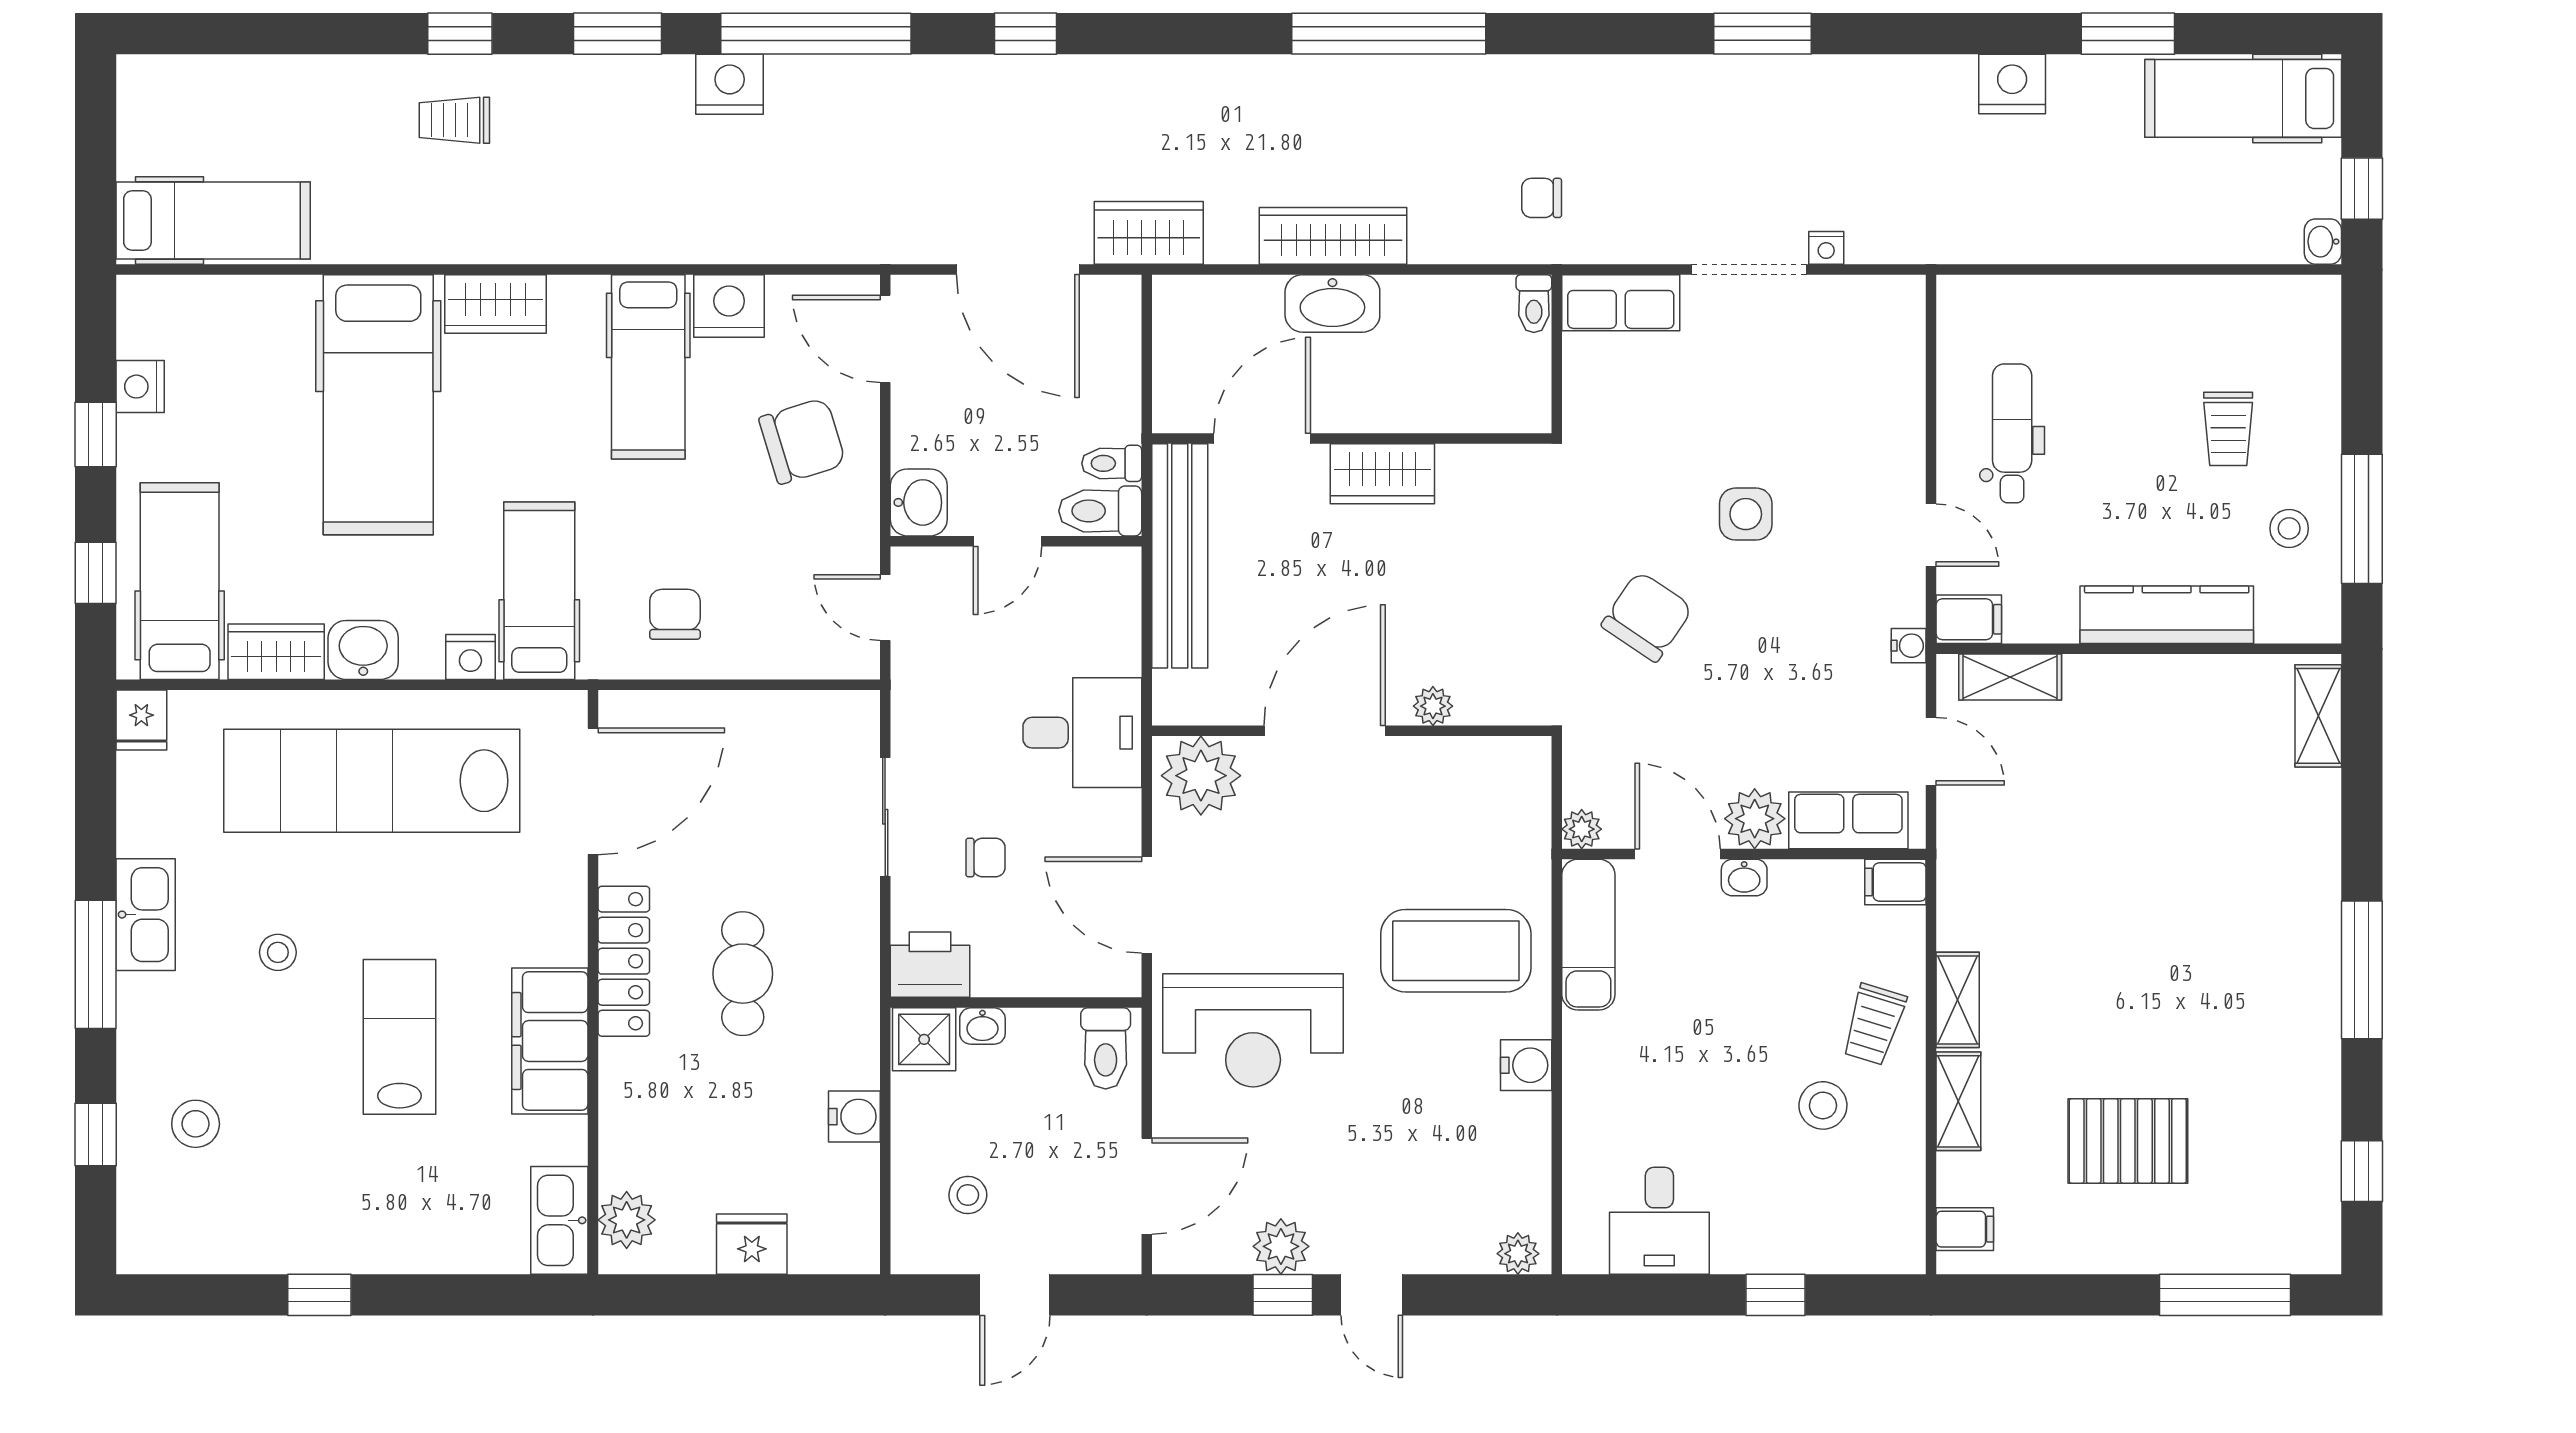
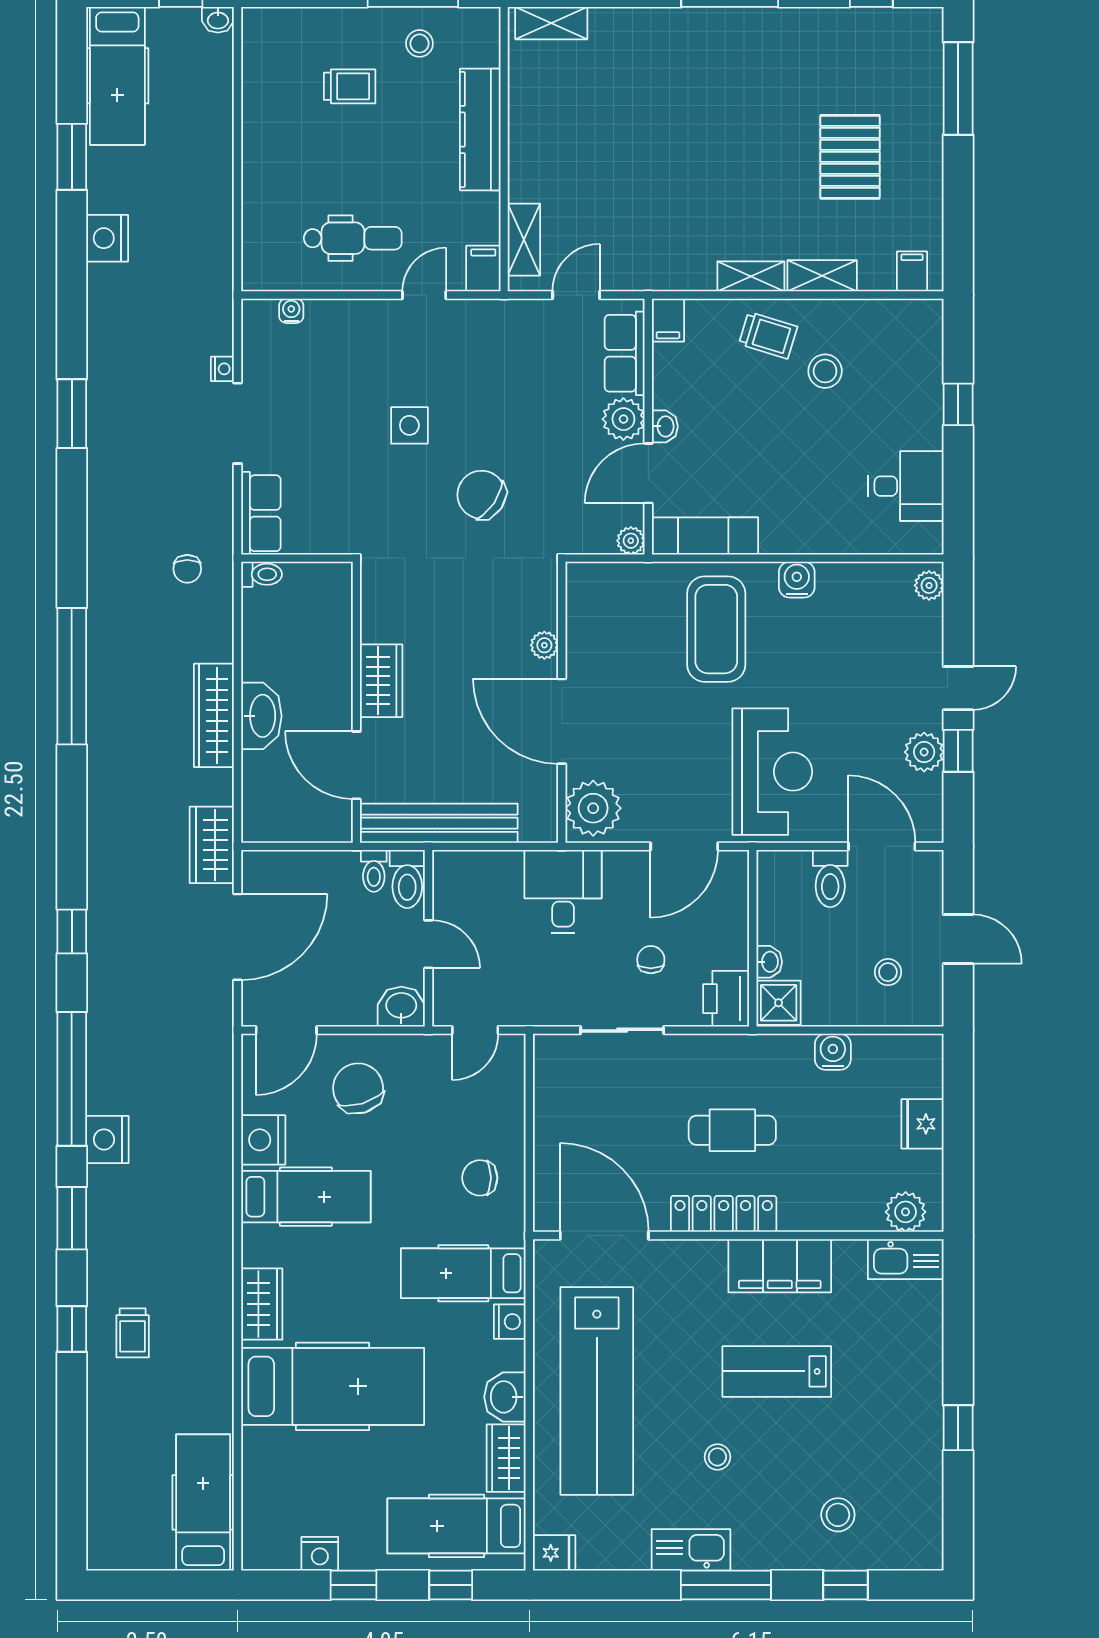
dental chair: (2012, 433) -> (353, 238), turned 180
water cooler: (1909, 646) -> (291, 311), moved
toilet: (1106, 1048) -> (830, 879), moved, turned 90

